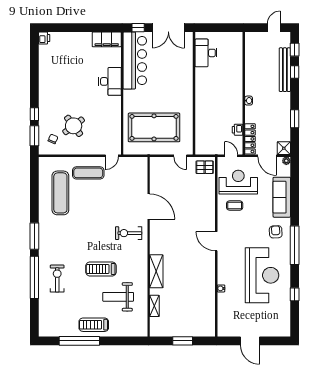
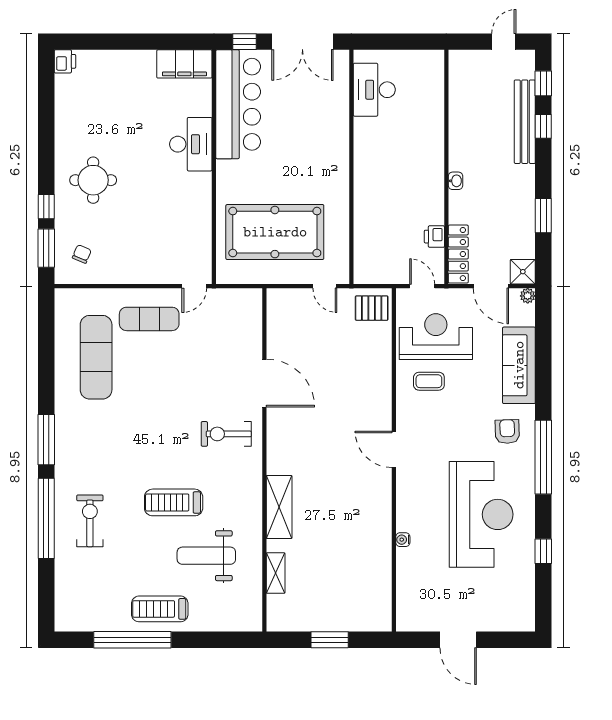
round table: (74, 126) -> (93, 180), moved, turned 37

